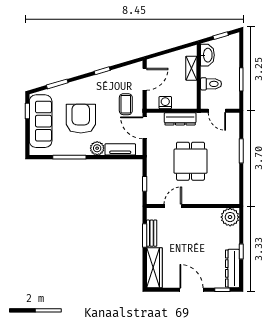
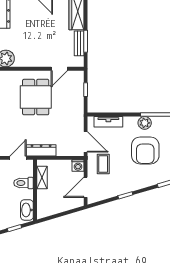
shelving: (191, 68) -> (42, 178), moved
washing machine: (165, 103) -> (78, 166), moved
door: (217, 111) -> (18, 158), hinge flipped
dresser: (180, 119) -> (41, 150), moved
plant: (97, 148) -> (145, 123), moved
dining table: (190, 161) -> (36, 97), moved

